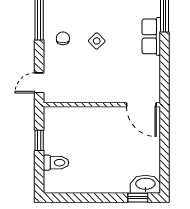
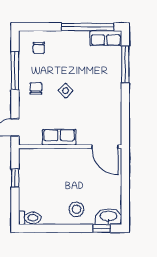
row of seats: (151, 36) -> (59, 137), moved, turned 90
toilet: (56, 163) -> (30, 218), moved
stool: (109, 176) -> (76, 209), added

